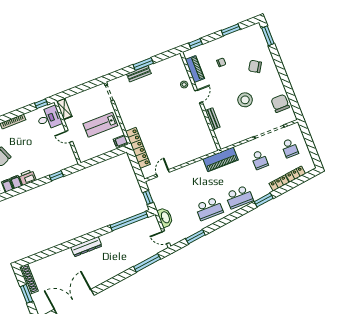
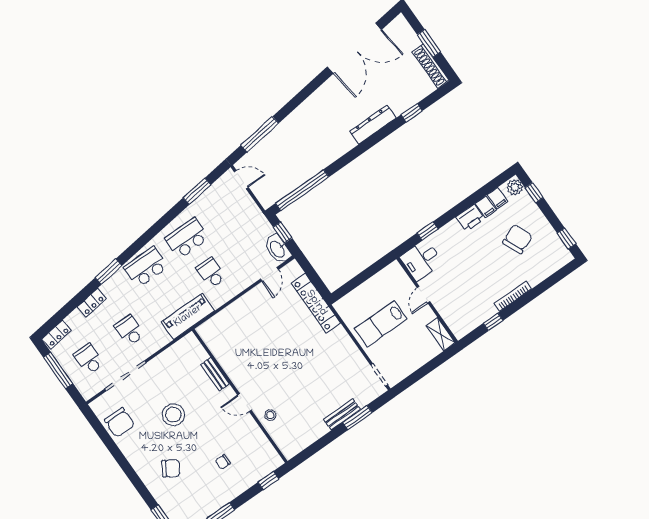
window: (143, 64) -> (357, 418), moved
piano: (195, 69) -> (260, 442), removed
door: (198, 96) -> (245, 403), hinge flipped
window: (41, 104) -> (493, 322), moved
desk: (49, 118) -> (421, 260), moved
lab bench: (100, 125) -> (381, 324), turned 180
door: (69, 136) -> (423, 295), swing flipped
filing cabinet: (121, 141) -> (344, 307), removed
window: (311, 146) -> (58, 370), added
locker: (296, 174) -> (57, 335), moved
school desk: (199, 183) -> (211, 273), added
washbasin: (165, 217) -> (278, 249), moved
dresser: (86, 247) -> (373, 125), moved
window: (48, 253) -> (412, 113), added

